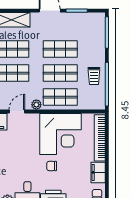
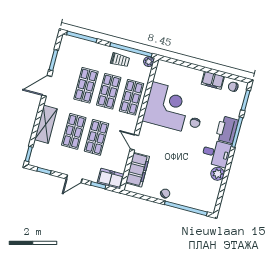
plant: (36, 105) -> (149, 62), moved
bookcase: (100, 138) -> (180, 70), removed

